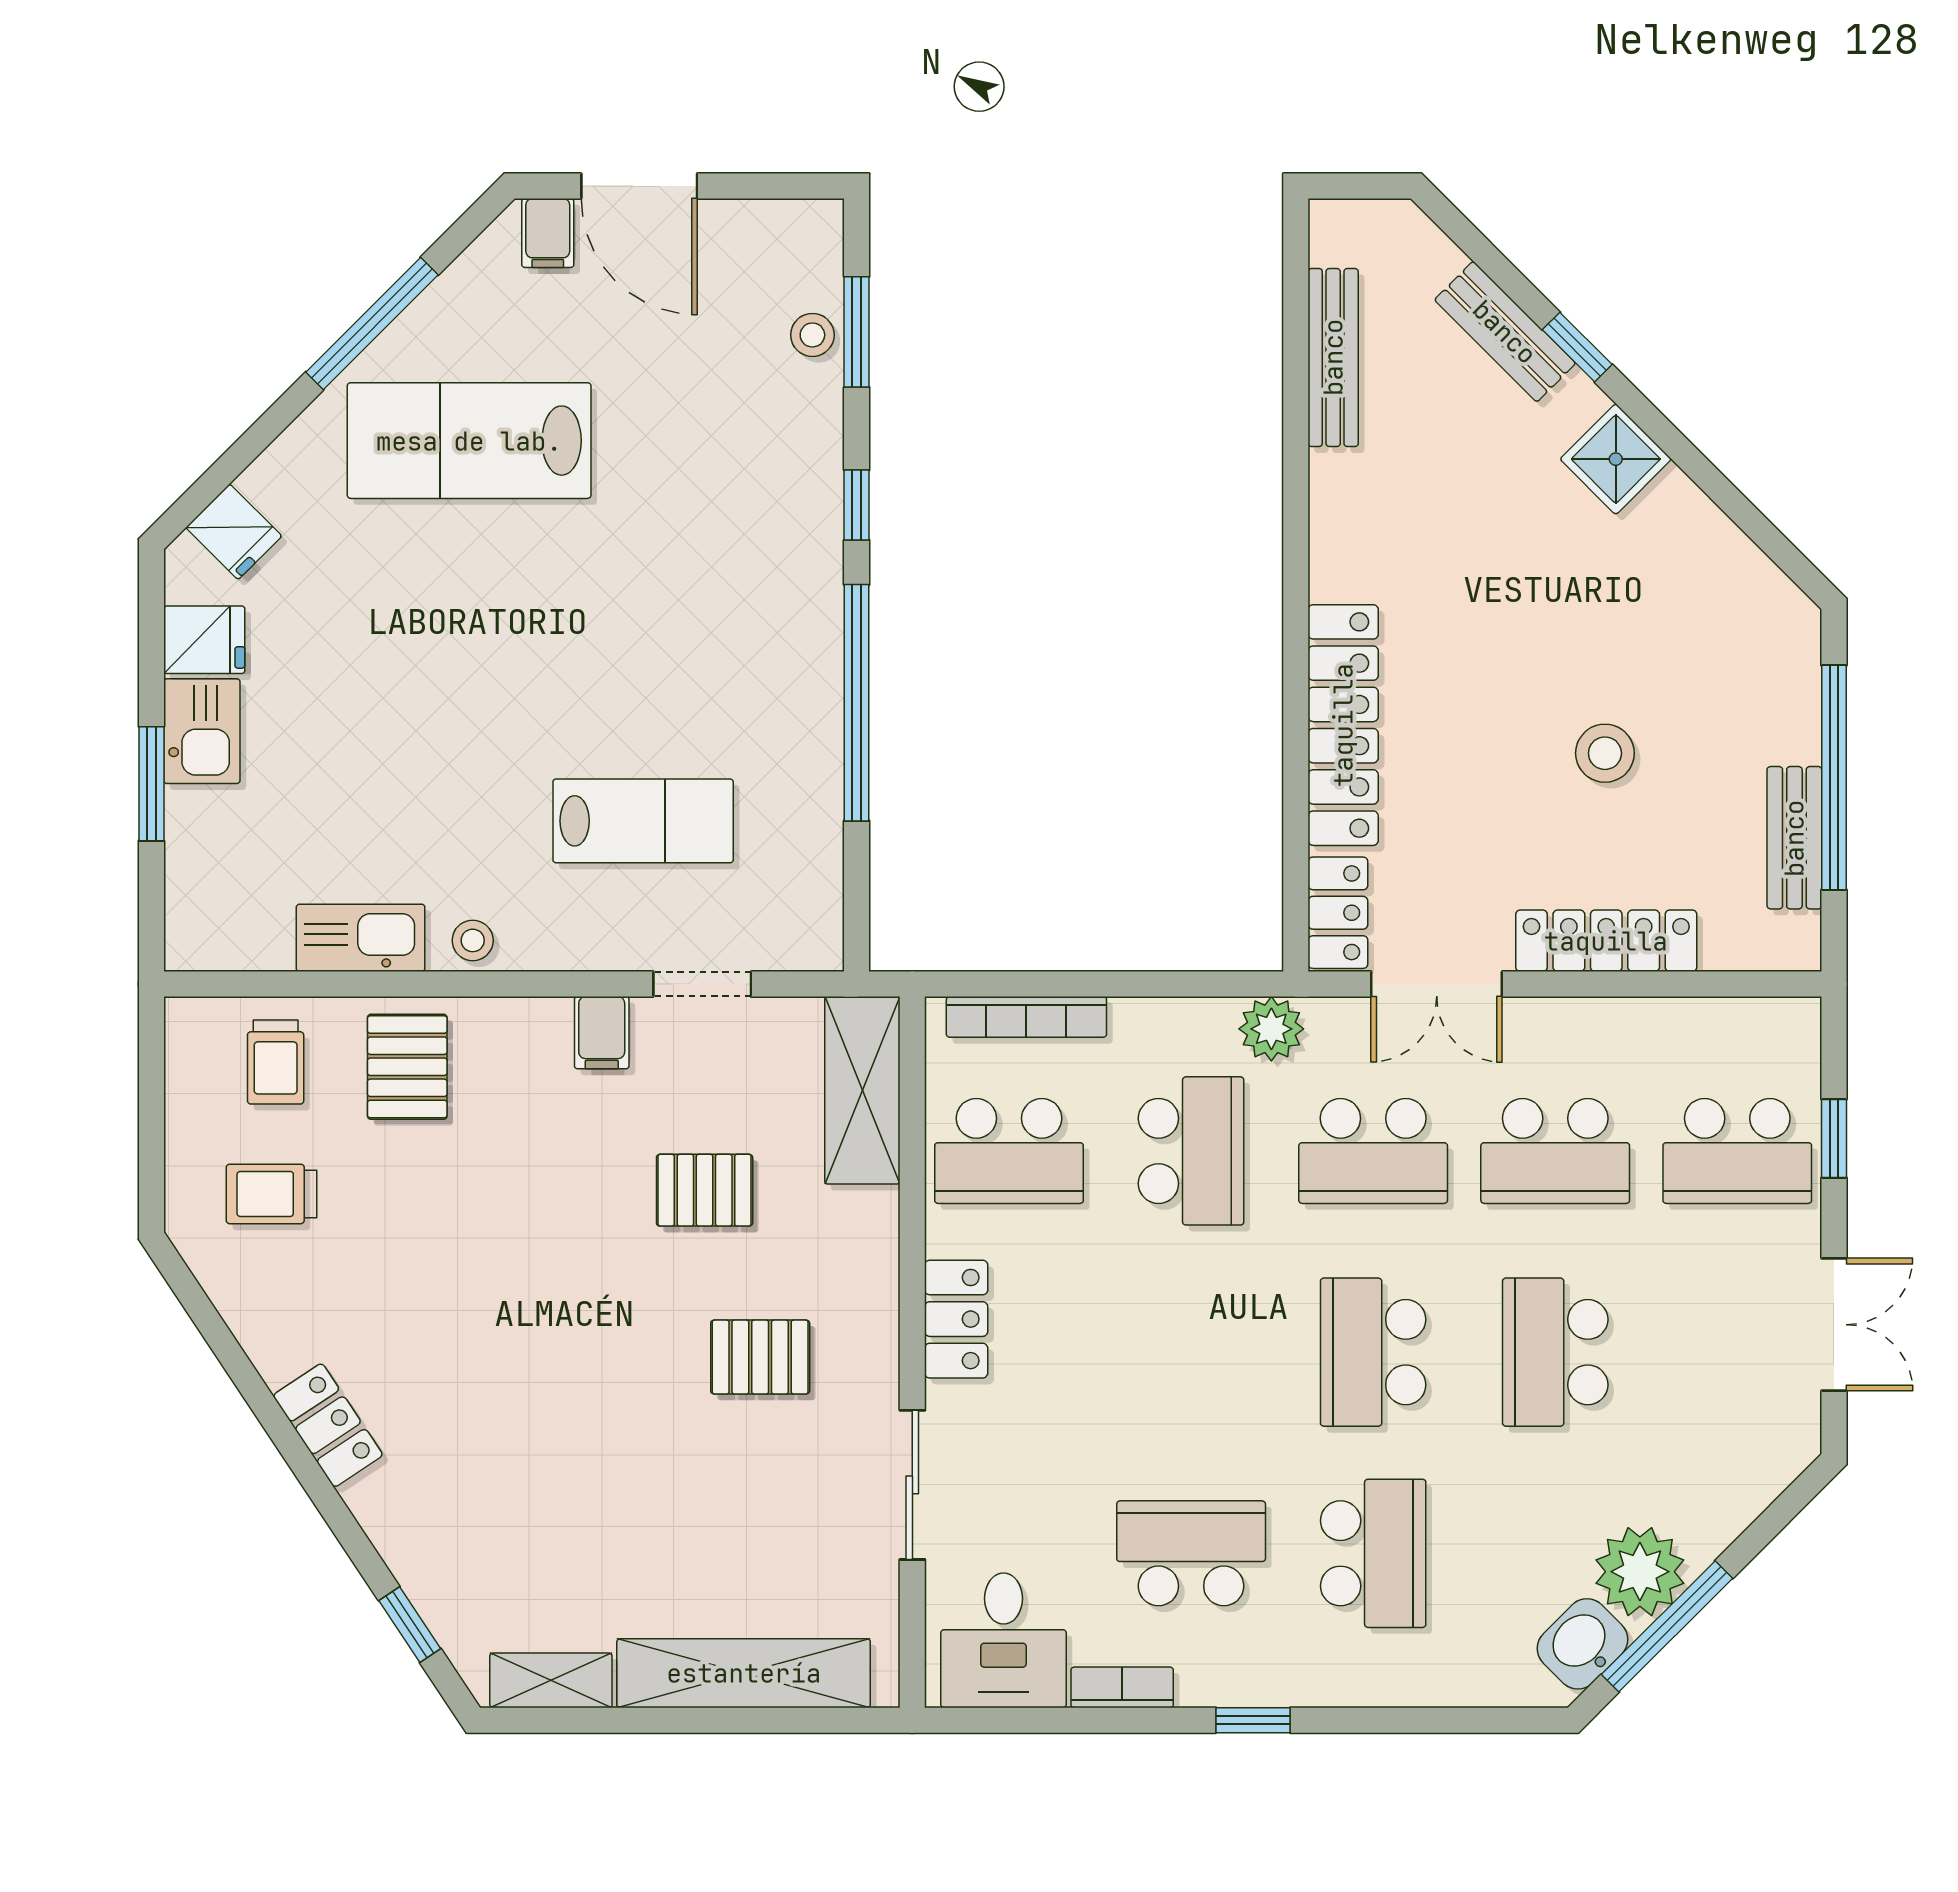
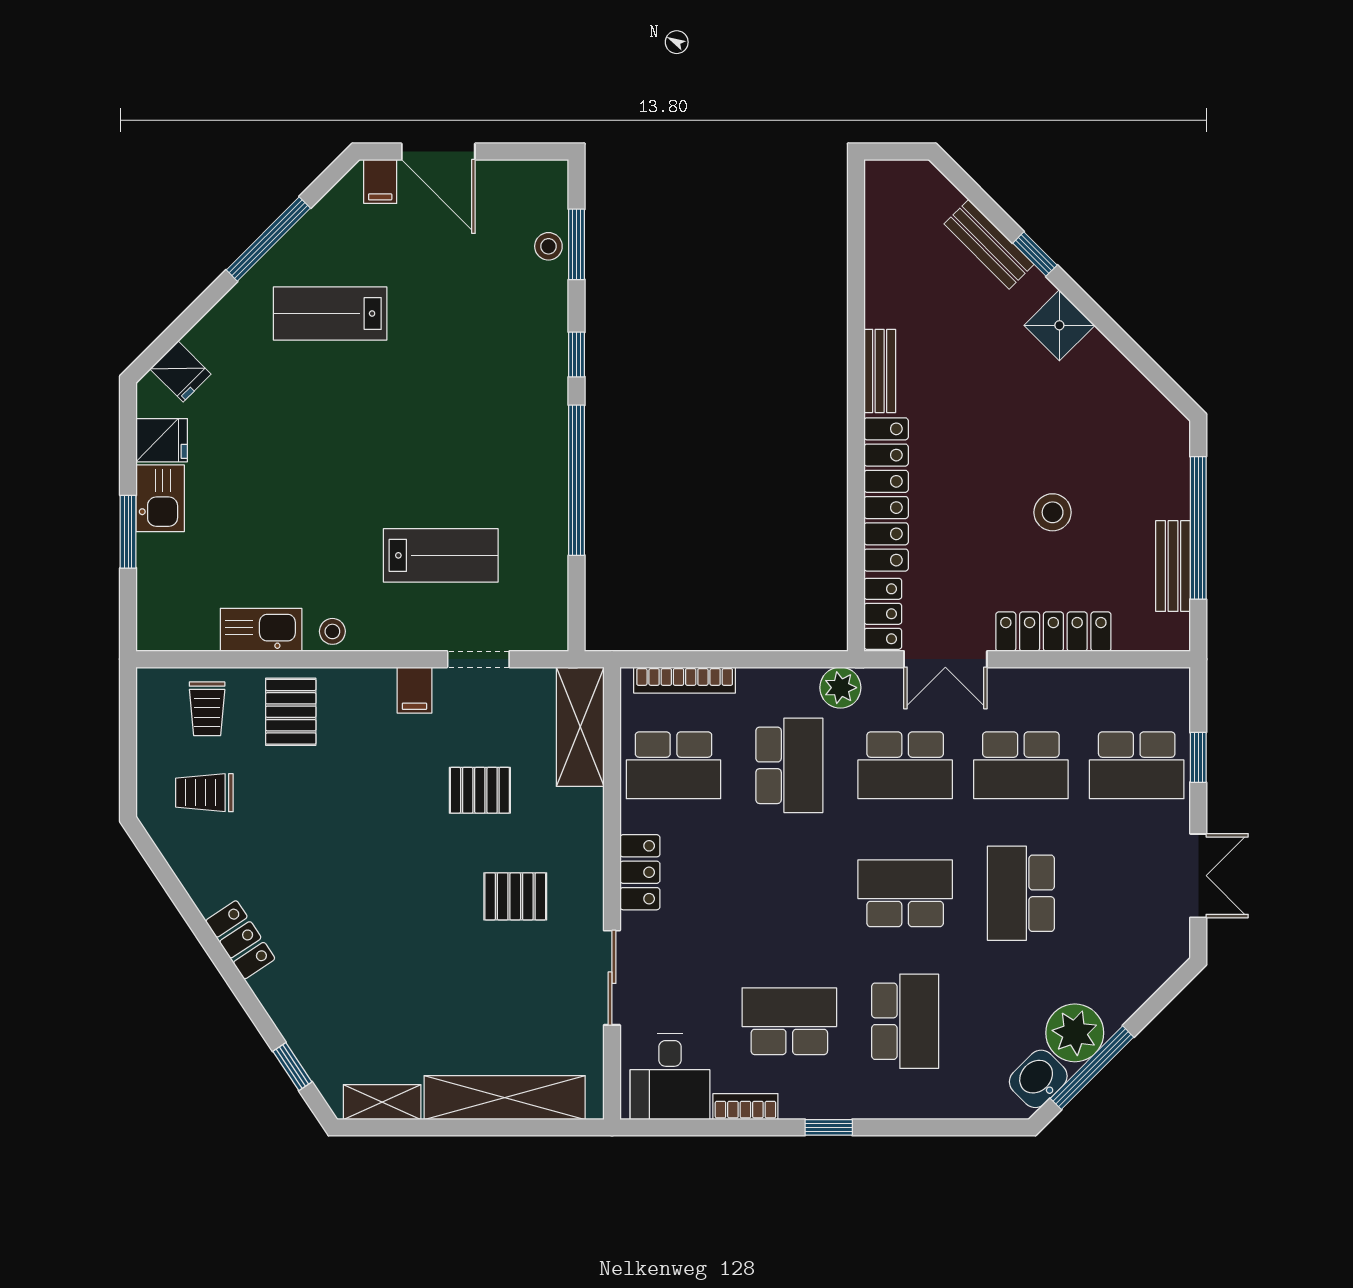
bench: (1333, 357) -> (880, 371), moved, width x0.73
lab bench: (469, 441) -> (330, 313), width x0.73, depth x0.72
school desk: (1373, 1352) -> (905, 893), turned 90

